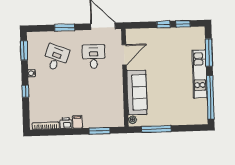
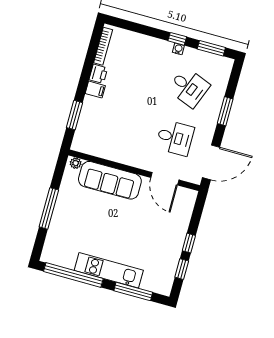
window: (25, 91) -> (177, 39), moved
window: (156, 129) -> (49, 208), moved

